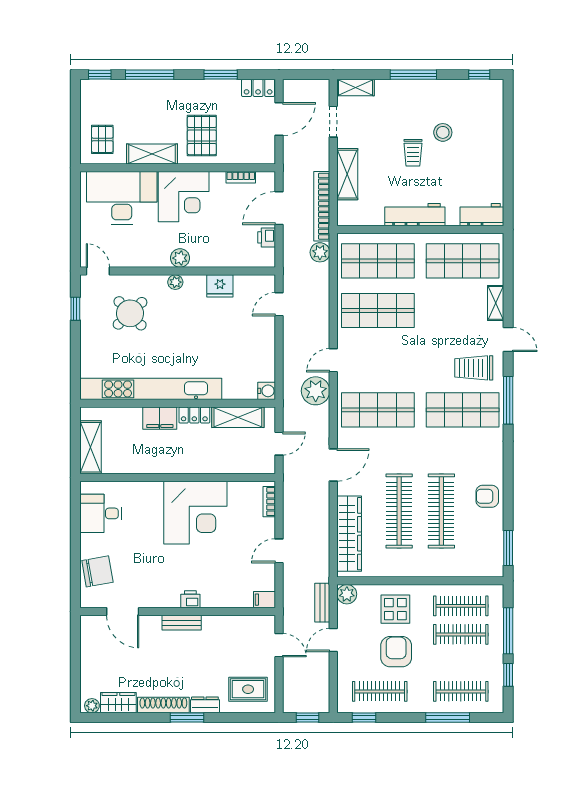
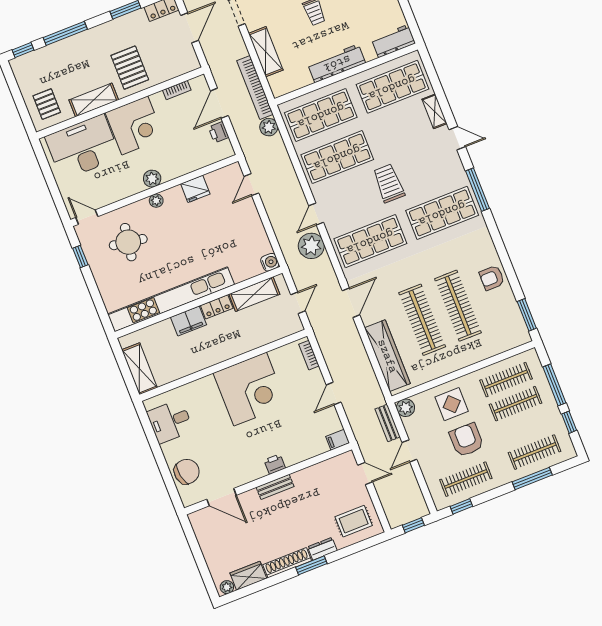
round table: (130, 313) -> (128, 242), turned -38
trolley: (474, 368) -> (389, 183), moved, turned 90

